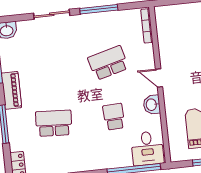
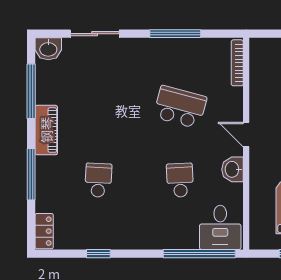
sliding door: (52, 14) -> (95, 34), moved
school desk: (108, 63) -> (180, 107), turned 30
school desk: (54, 123) -> (98, 180), width x0.54

